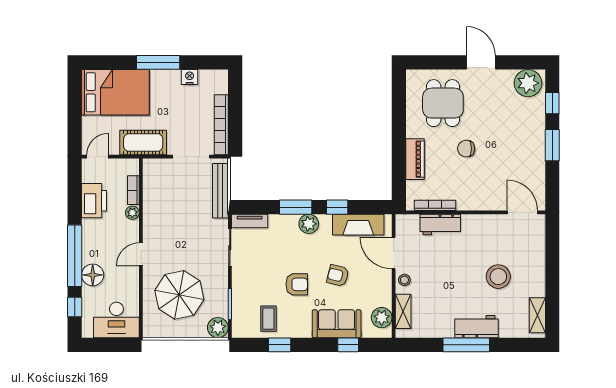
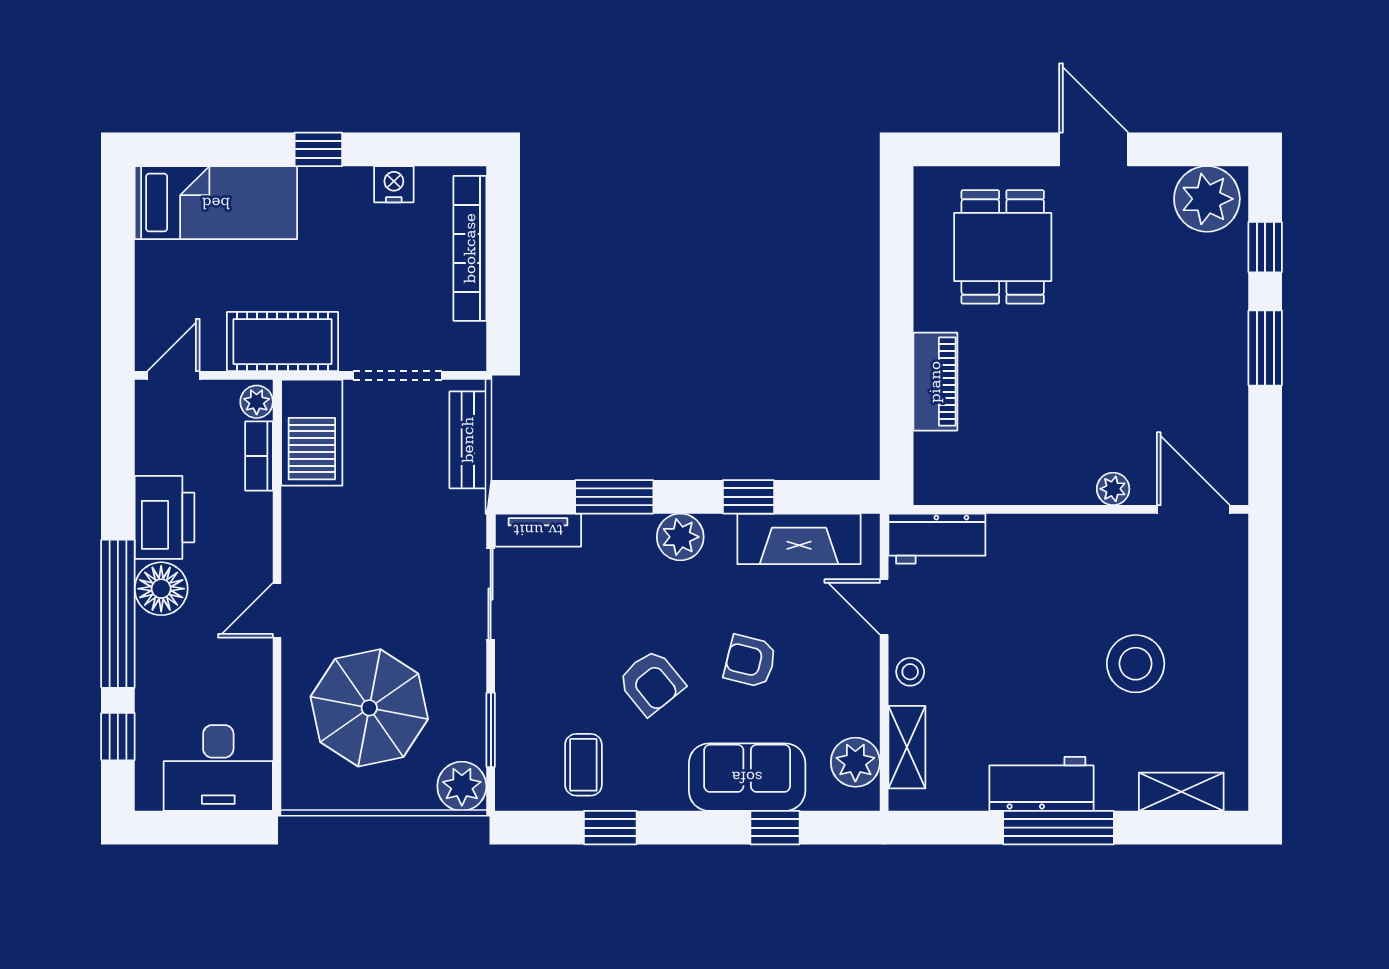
window: (158, 62) -> (318, 149), width x0.46
bed: (115, 92) -> (216, 203), width x0.67
bookcase: (221, 125) -> (470, 248), moved
chair: (466, 149) -> (1058, 356), removed
barbecue: (155, 180) -> (312, 433), added
bench: (220, 191) -> (468, 440), width x0.73
printer: (94, 201) -> (164, 517), moved
plant: (489, 204) -> (1113, 489), added
bookcase: (435, 205) -> (983, 492), removed
window: (296, 207) -> (614, 497), moved
plant: (132, 213) -> (257, 402), moved
workbench: (440, 225) -> (937, 539), moved
door: (394, 253) -> (884, 607), width x0.73
floor lamp: (93, 275) -> (161, 589), moved
armchair: (297, 284) -> (651, 682), turned 51
shelving: (537, 315) -> (1181, 792), moved, turned 90
workbench: (476, 327) -> (1041, 784), moved

